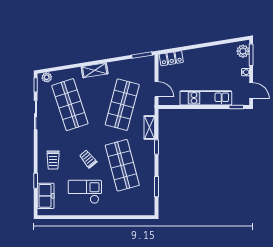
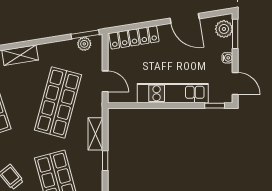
door: (214, 43) -> (185, 18), added
locker: (171, 58) -> (134, 37), width x1.53
plant: (141, 62) -> (84, 44), added

